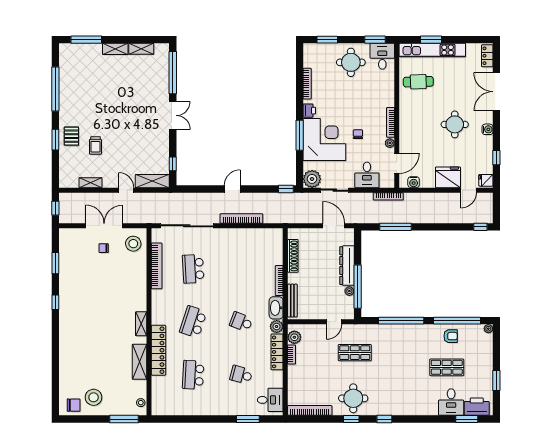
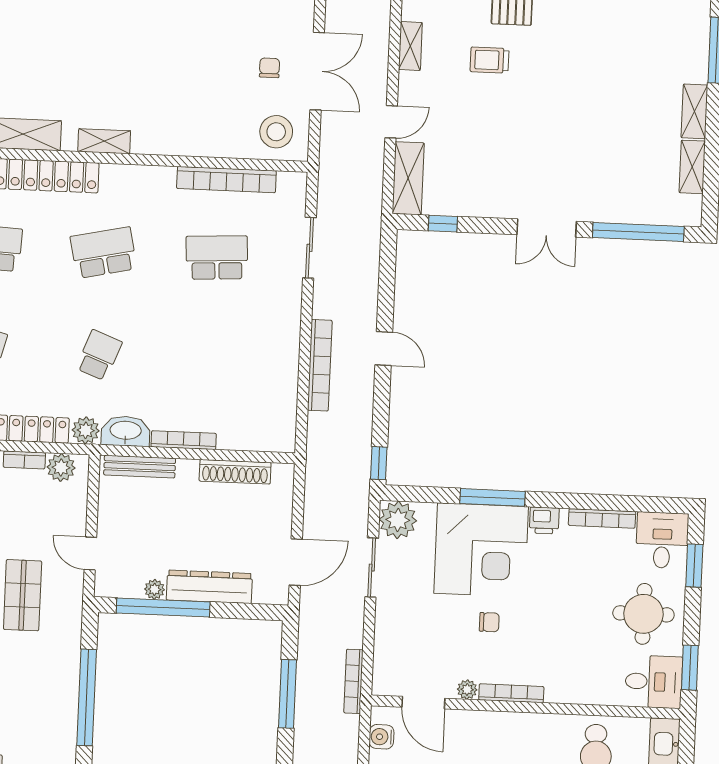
desk: (367, 175) -> (662, 540), moved, turned 90
sliding door: (187, 226) -> (309, 248), width x0.54
school desk: (193, 322) -> (103, 253), turned -30

